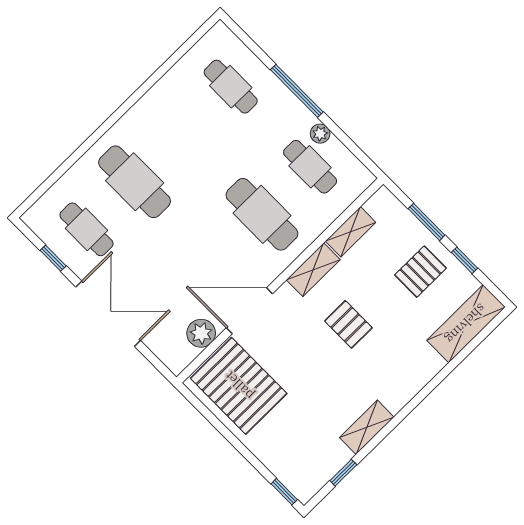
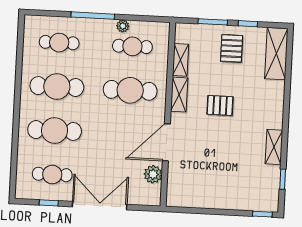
cafe table: (183, 134) -> (57, 87), added
pallet: (239, 386) -> (194, 183), removed

